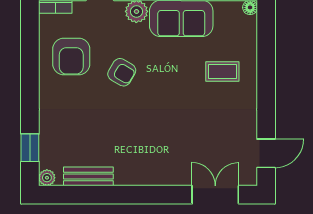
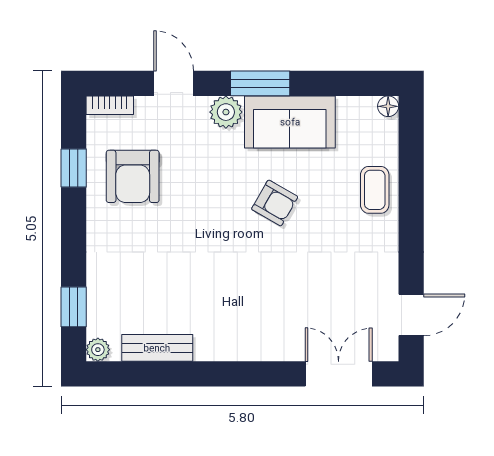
window: (30, 51) -> (74, 168), added
coffee table: (222, 71) -> (375, 190), moved, turned 90
armchair: (122, 72) -> (275, 203), moved

